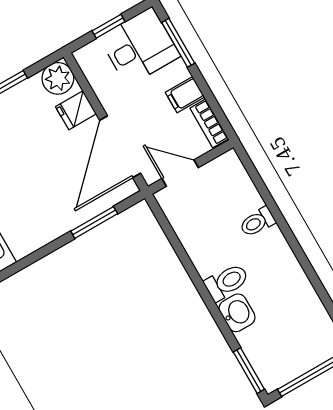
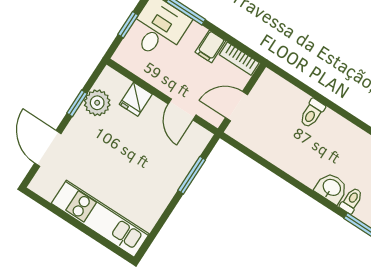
plant: (58, 78) -> (97, 103), moved
door: (120, 147) -> (182, 109), width x0.53
toilet: (227, 282) -> (351, 200), moved, width x0.73, depth x0.72

